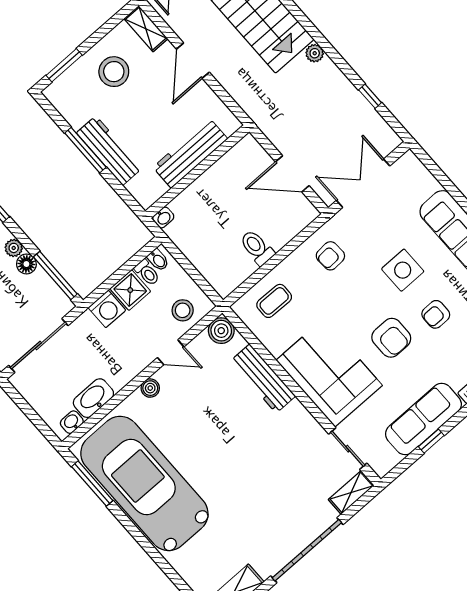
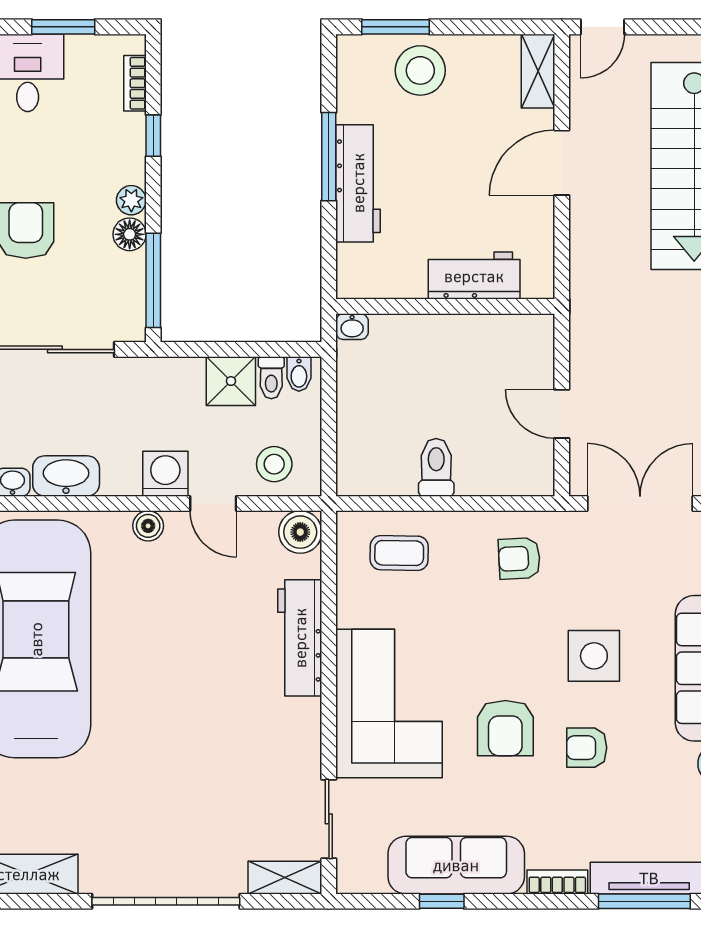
stool: (114, 72) -> (420, 70), moved
workbench: (190, 153) -> (474, 276), width x0.73
door: (292, 174) -> (562, 414), width x0.73
washing machine: (107, 309) -> (165, 474), moved, turned 180

